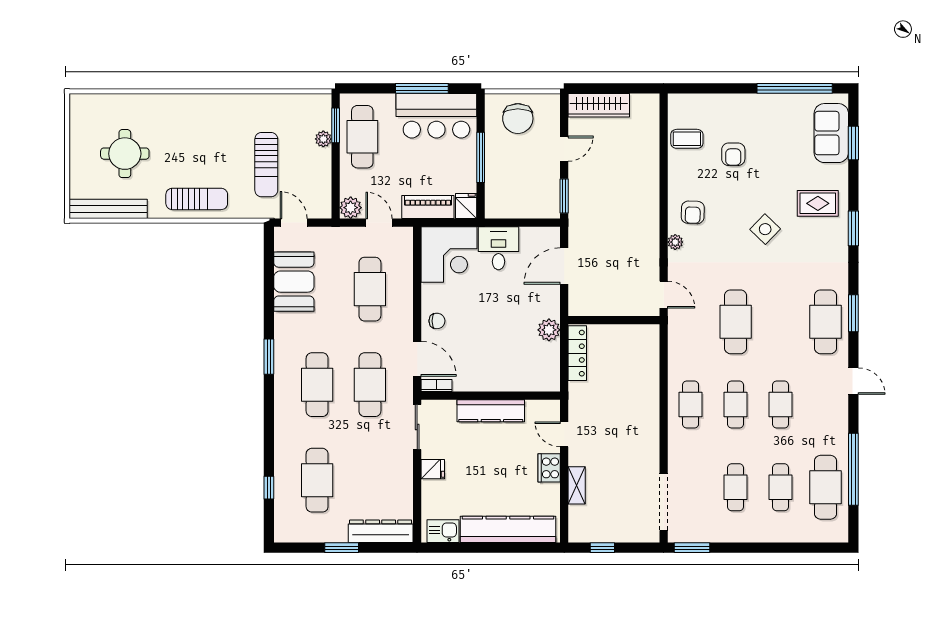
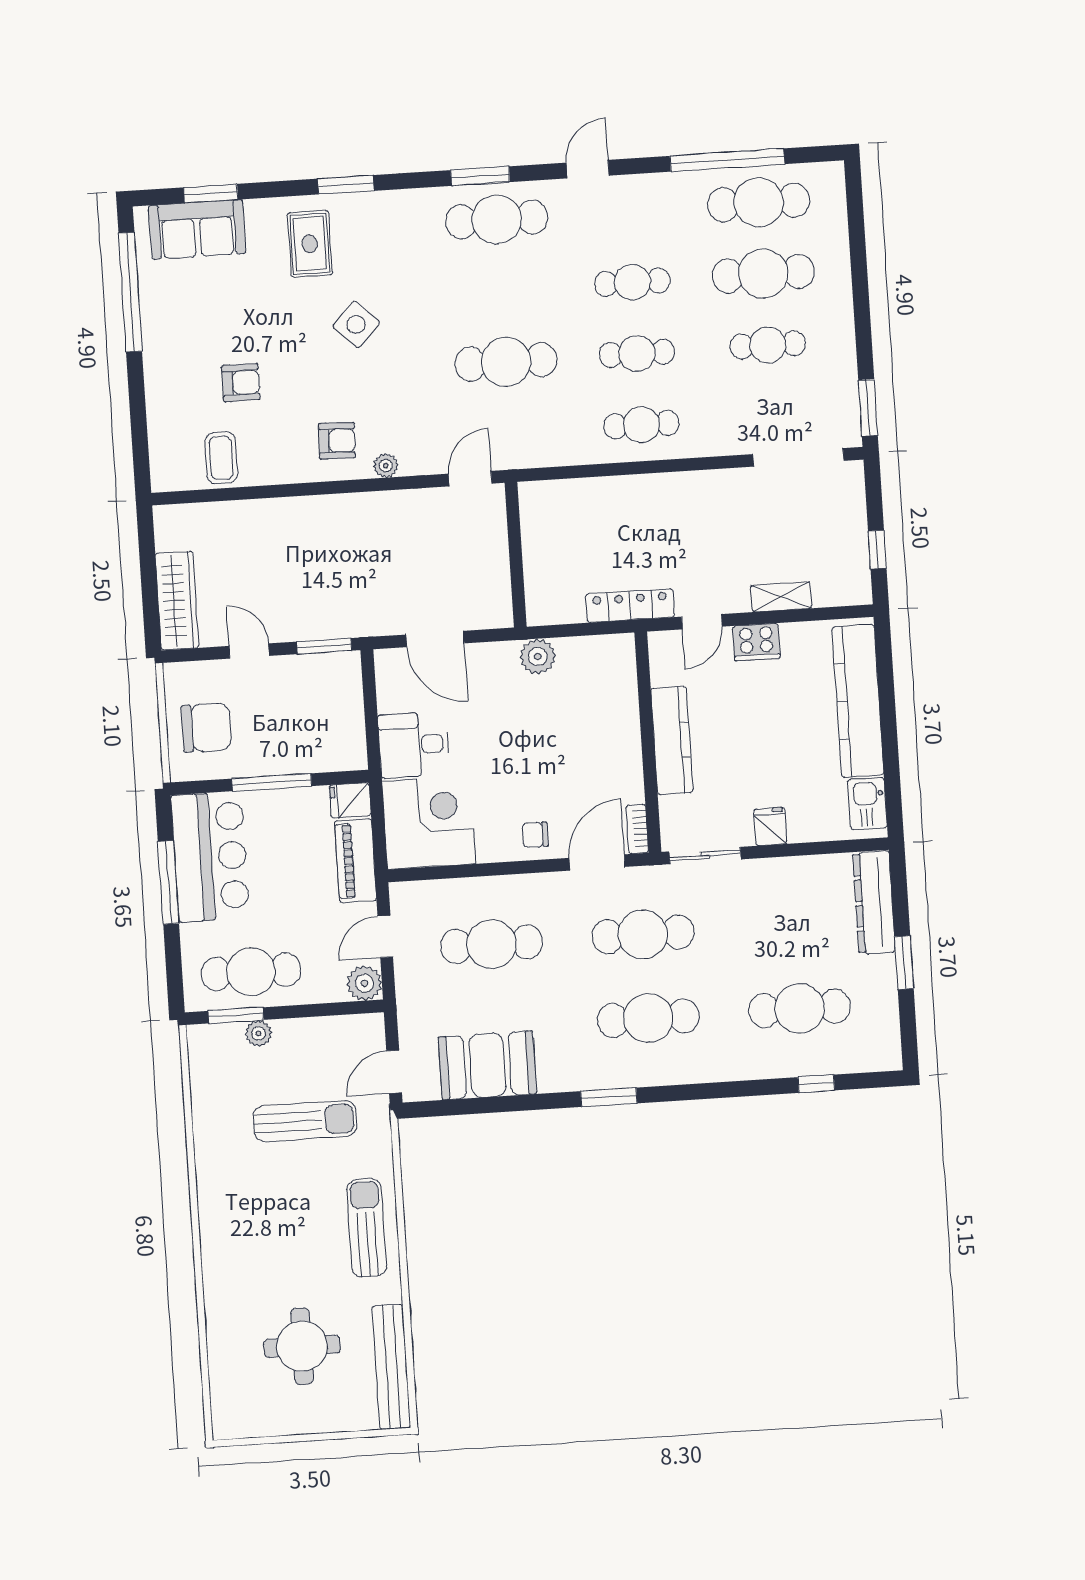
chair: (437, 321) -> (535, 835), turned -90
locker: (577, 353) -> (630, 606), moved
cafe table: (781, 487) -> (763, 274), width x1.37, depth x1.35

